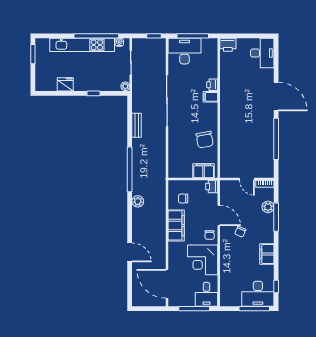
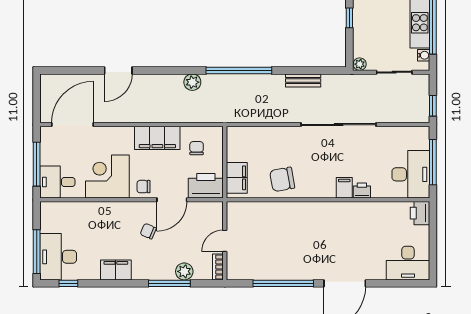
desk: (184, 51) -> (411, 174), moved
printer: (212, 187) -> (206, 186), width x1.87, depth x1.48

